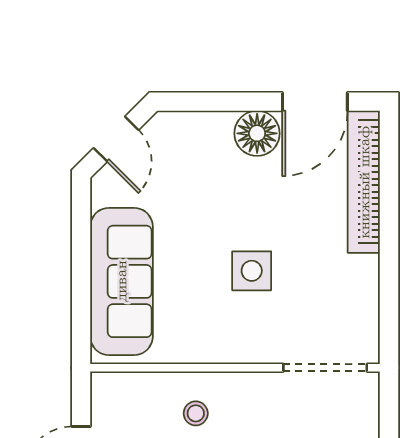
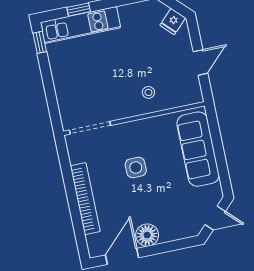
door: (116, 139) -> (215, 218), swing flipped
bookcase: (364, 182) -> (85, 199), moved

